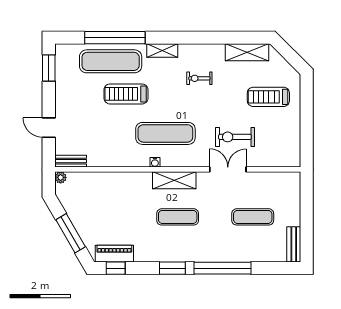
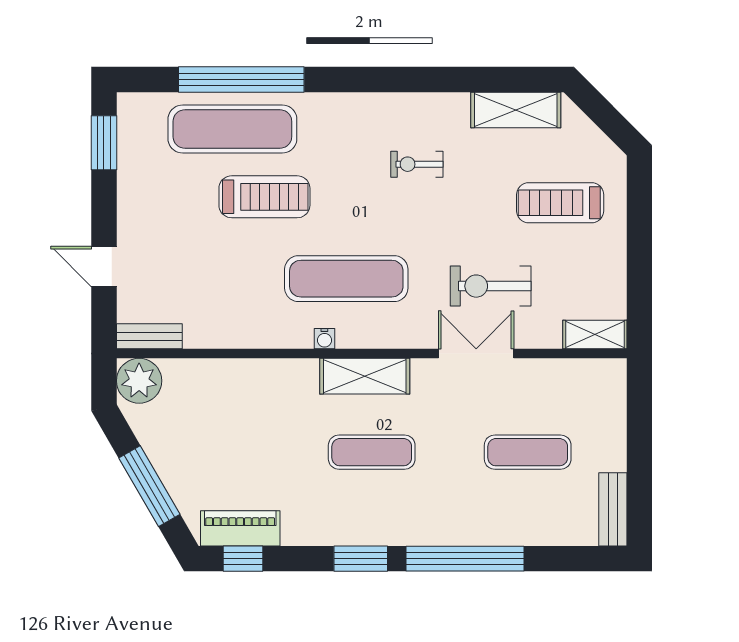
shelving: (162, 50) -> (595, 334), moved
treadmill: (126, 94) -> (264, 197), turned 180
plant: (61, 177) -> (139, 381), width x1.87, depth x1.87

